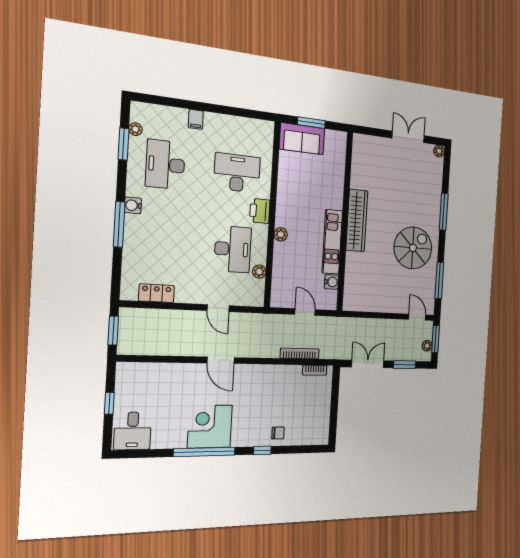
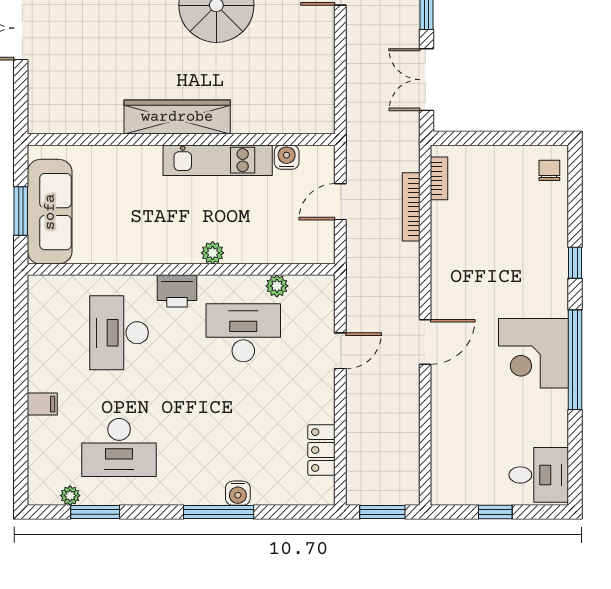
sofa: (302, 139) -> (50, 212), width x1.36
water cooler: (133, 205) -> (238, 493), moved
chair: (278, 433) -> (549, 170), moved

